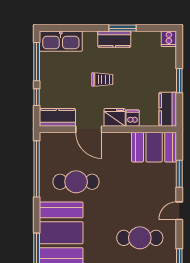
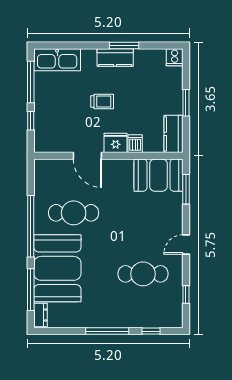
kitchen counter: (57, 117) -> (53, 143), removed
window: (37, 169) -> (31, 226), moved
window: (179, 174) -> (186, 189), moved

